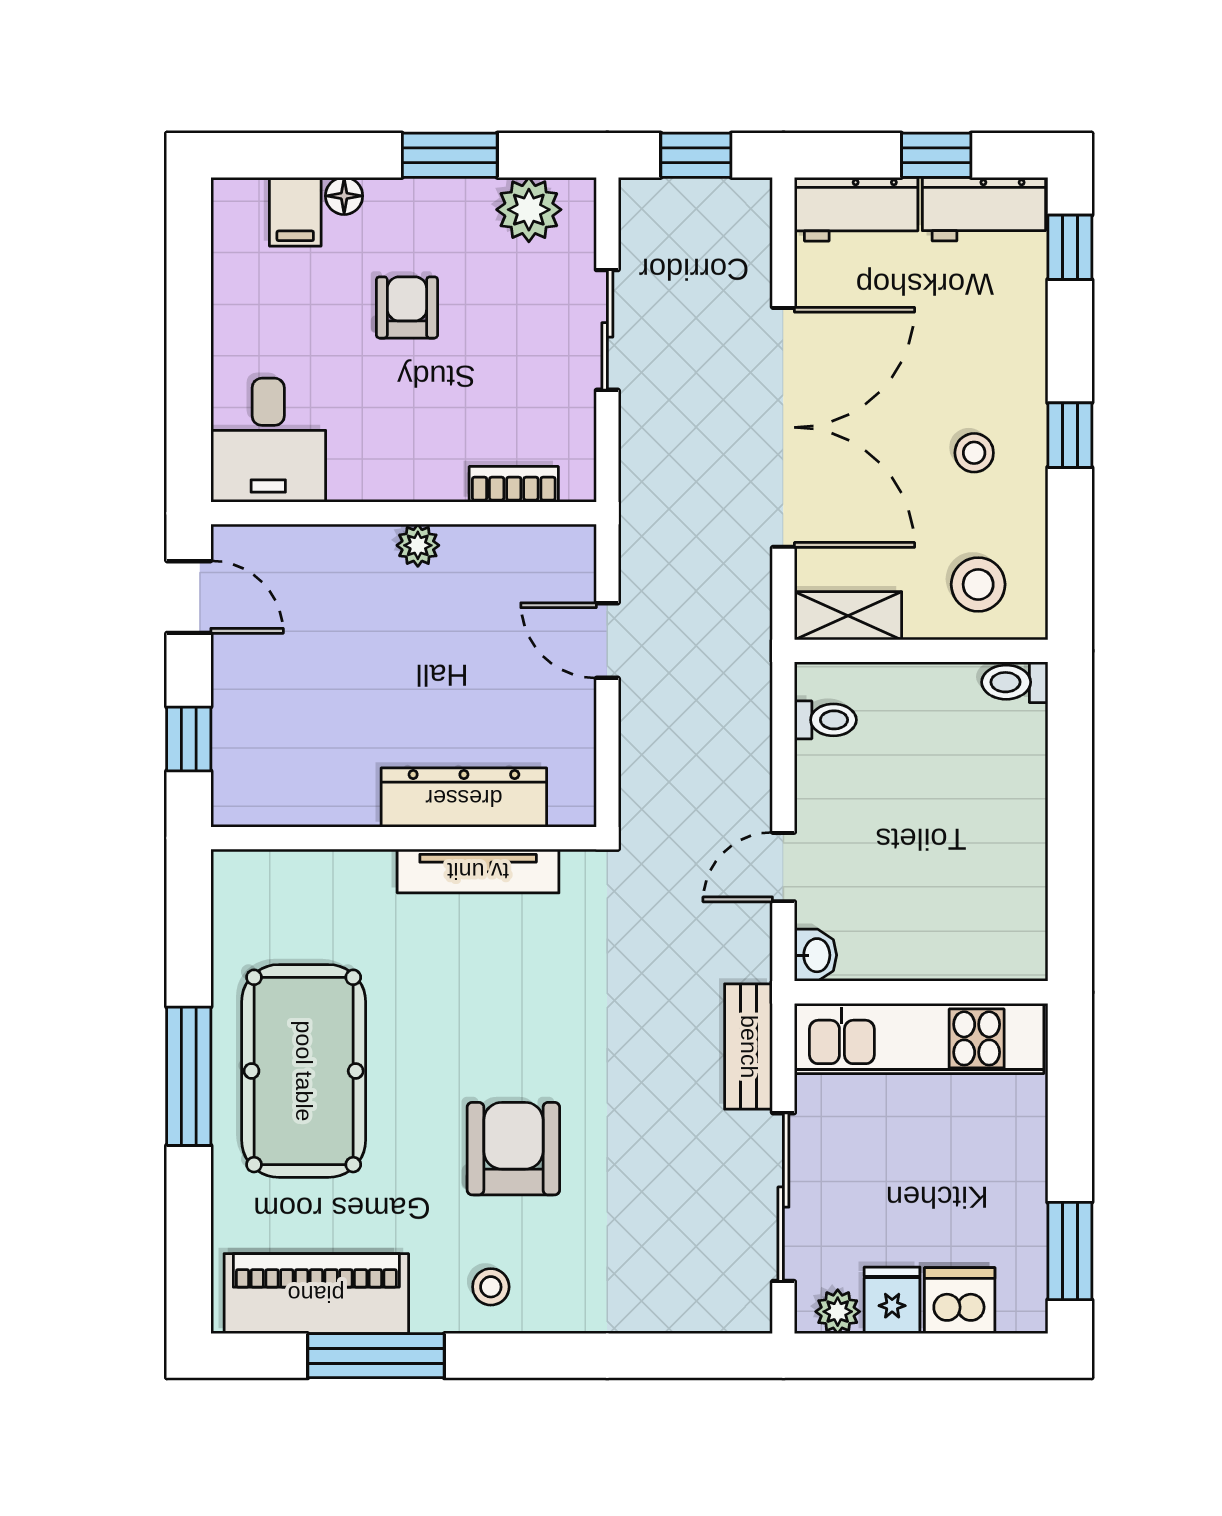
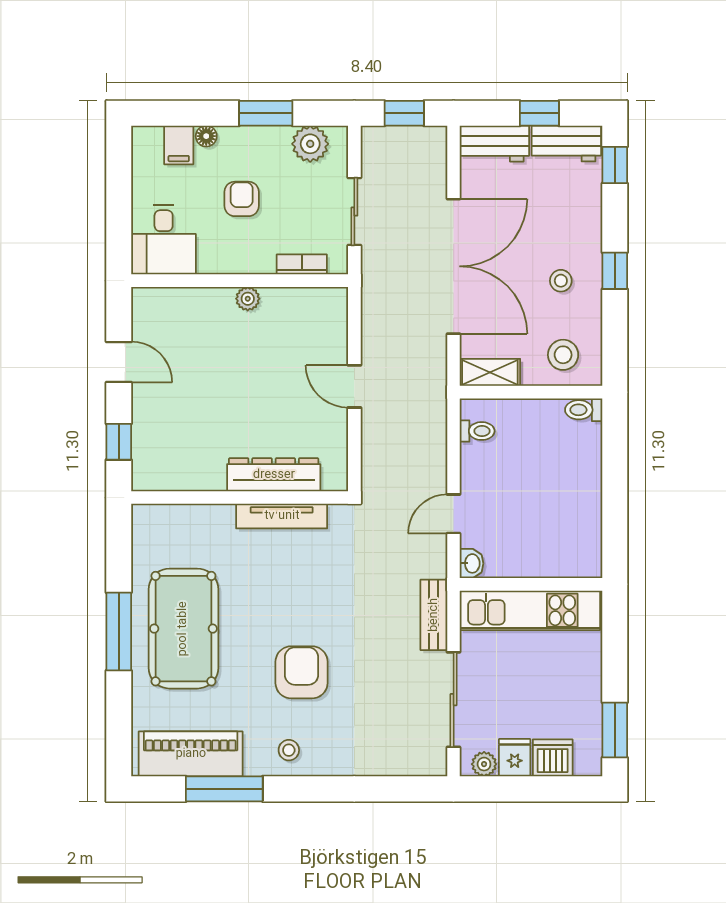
desk: (268, 440) -> (164, 240), moved
bookcase: (514, 484) -> (302, 264), moved
wall: (404, 513) -> (240, 281), moved
plant: (418, 545) -> (248, 299), moved

